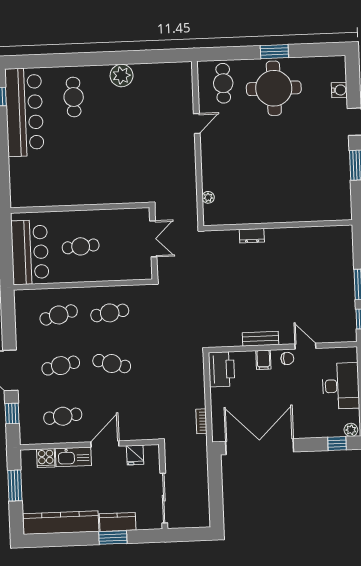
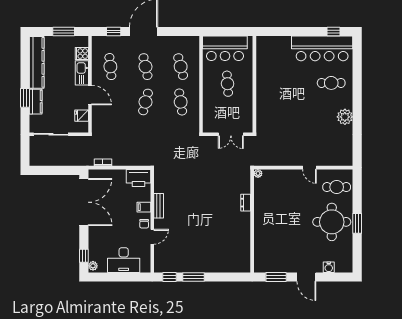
wall: (278, 225) -> (252, 221), moved
dresser: (252, 236) -> (246, 203), moved

